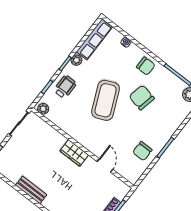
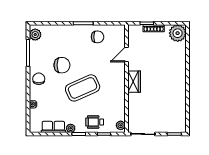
row of seats: (94, 39) -> (53, 127), width x0.68
chair: (142, 98) -> (62, 65), turned -102
bench: (31, 190) -> (181, 91), removed

